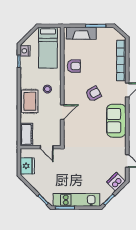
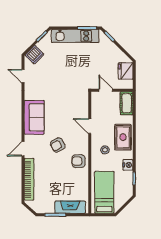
nightstand: (25, 51) -> (128, 165), moved
armchair: (74, 66) -> (79, 161), moved
door: (62, 112) -> (90, 126), hinge flipped

